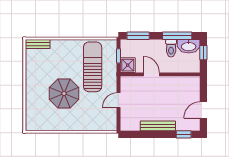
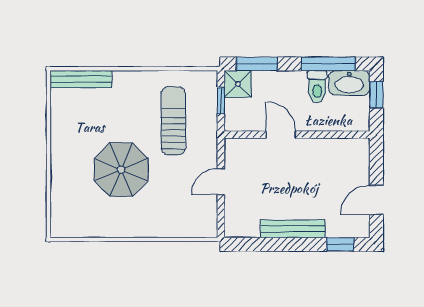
bench: (38, 44) -> (81, 79), width x1.36
shower: (128, 65) -> (238, 84), moved
sun lounger: (93, 67) -> (173, 121), width x0.73, depth x0.75

